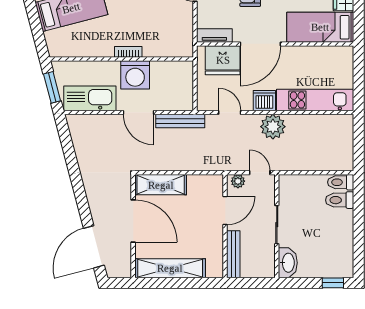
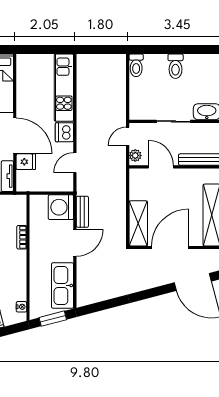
nightstand: (66, 52) -> (21, 307), added
bookcase: (128, 52) -> (22, 237), moved
fridge: (223, 60) -> (26, 162), width x0.53, depth x0.75
washing machine: (135, 75) -> (61, 207), moved, turned 180
bench: (180, 121) -> (82, 212), width x0.73
plant: (273, 127) -> (87, 125), removed
toilet: (340, 200) -> (176, 66), moved

